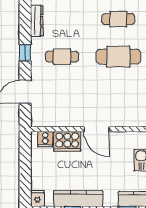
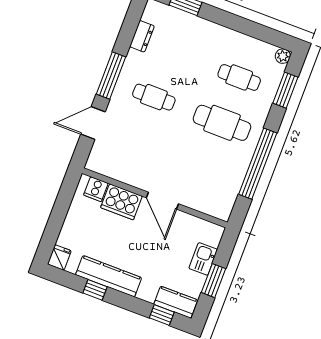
dresser: (37, 21) -> (142, 36), width x0.70
window: (25, 53) -> (111, 75), width x2.17

